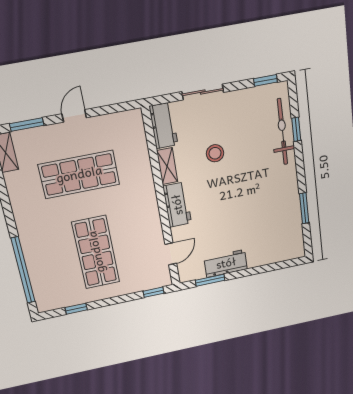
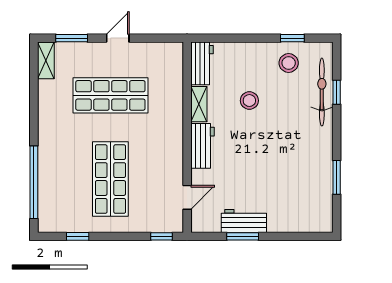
window: (265, 80) -> (292, 38), moved
sliding door: (203, 92) -> (246, 38), removed
stool: (248, 109) -> (289, 63), added
window: (210, 280) -> (243, 236), moved

